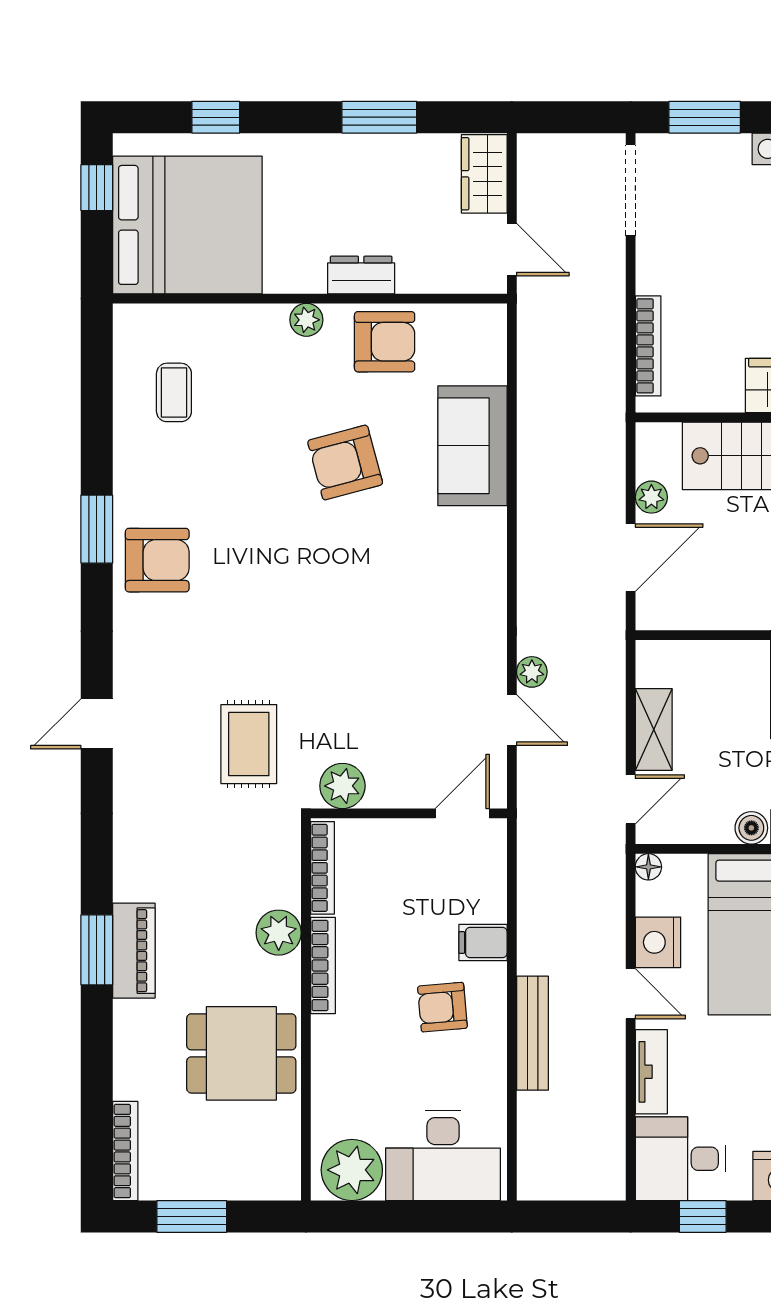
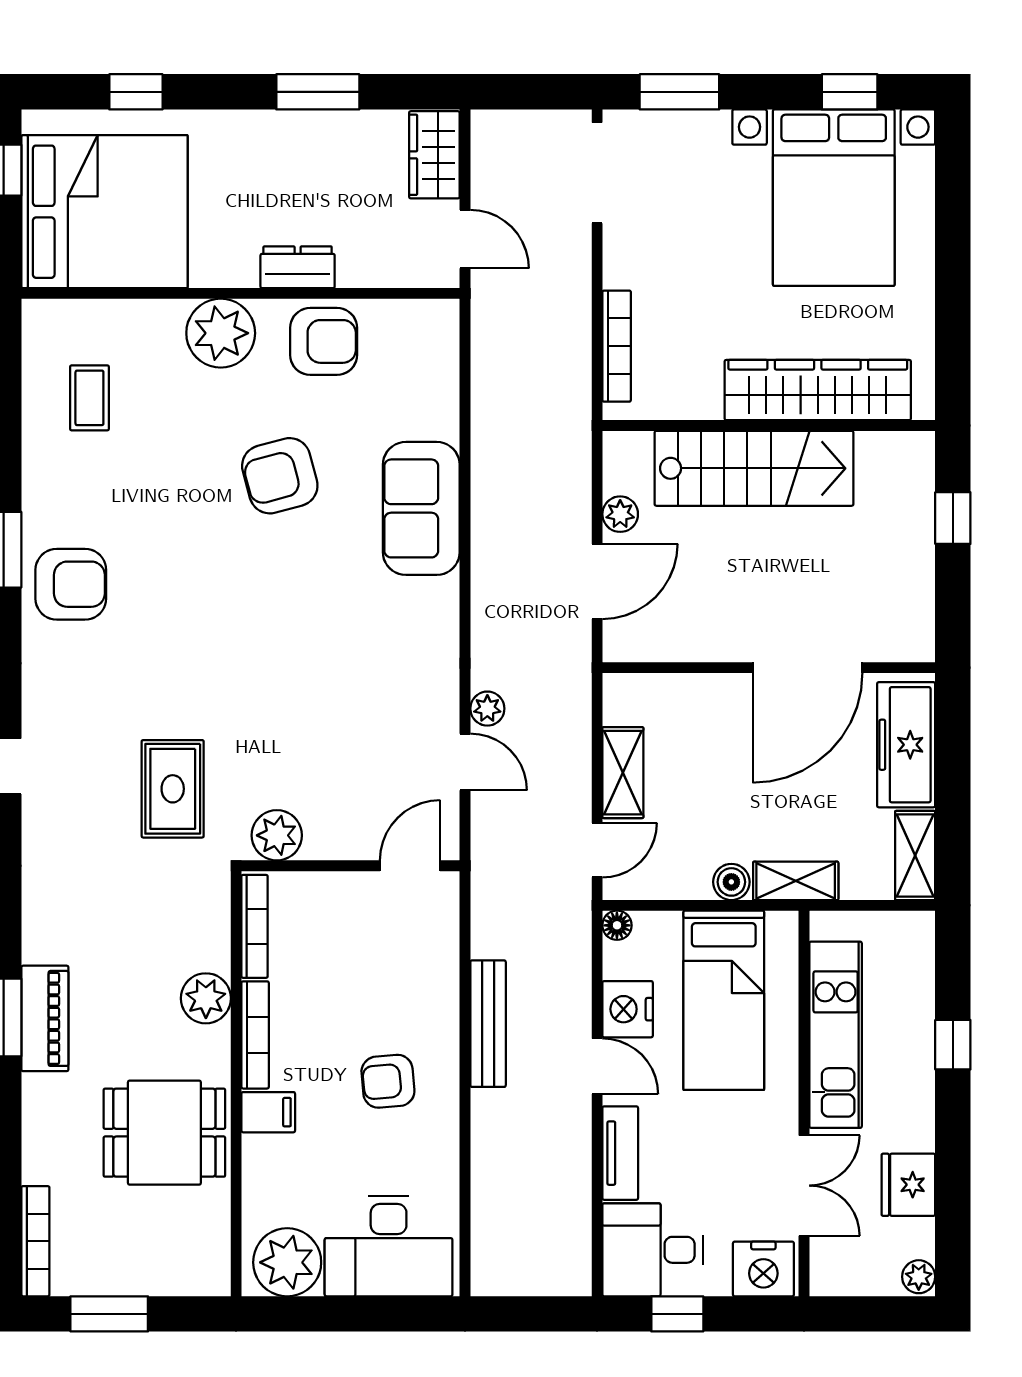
plant: (306, 320) -> (221, 333), width x1.88, depth x1.88
sofa: (472, 446) -> (421, 508), moved
filing cabinet: (483, 943) -> (268, 1112), moved, turned 180
bench: (532, 1033) -> (488, 1024), moved

